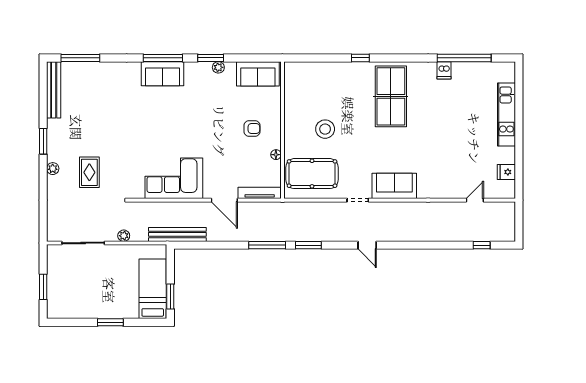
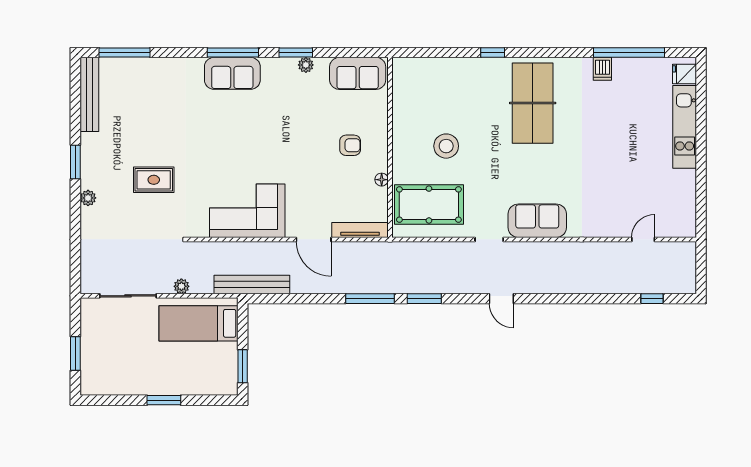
rug: (89, 172) -> (154, 180), moved, turned 90
fridge: (506, 172) -> (684, 74), moved
bed: (153, 289) -> (199, 323), moved, turned -90

